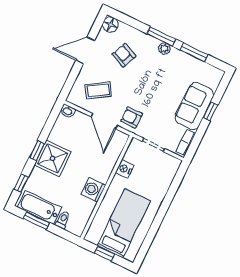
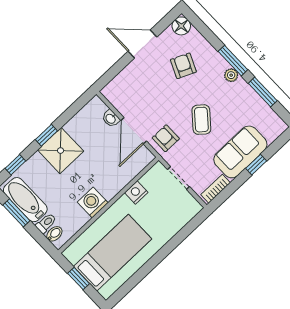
coffee table: (98, 90) -> (201, 120), moved, turned 72
washbasin: (67, 111) -> (111, 119), moved
bidet: (72, 226) -> (54, 234), added

